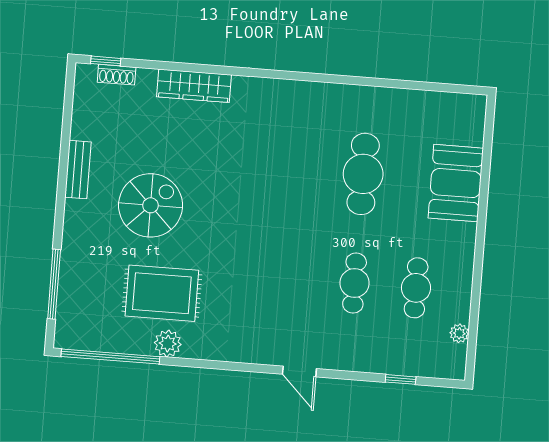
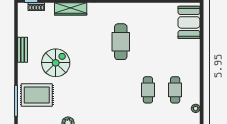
cafe table: (363, 174) -> (121, 42), moved
booth: (456, 183) -> (189, 22), moved
rug: (162, 293) -> (37, 95), moved

